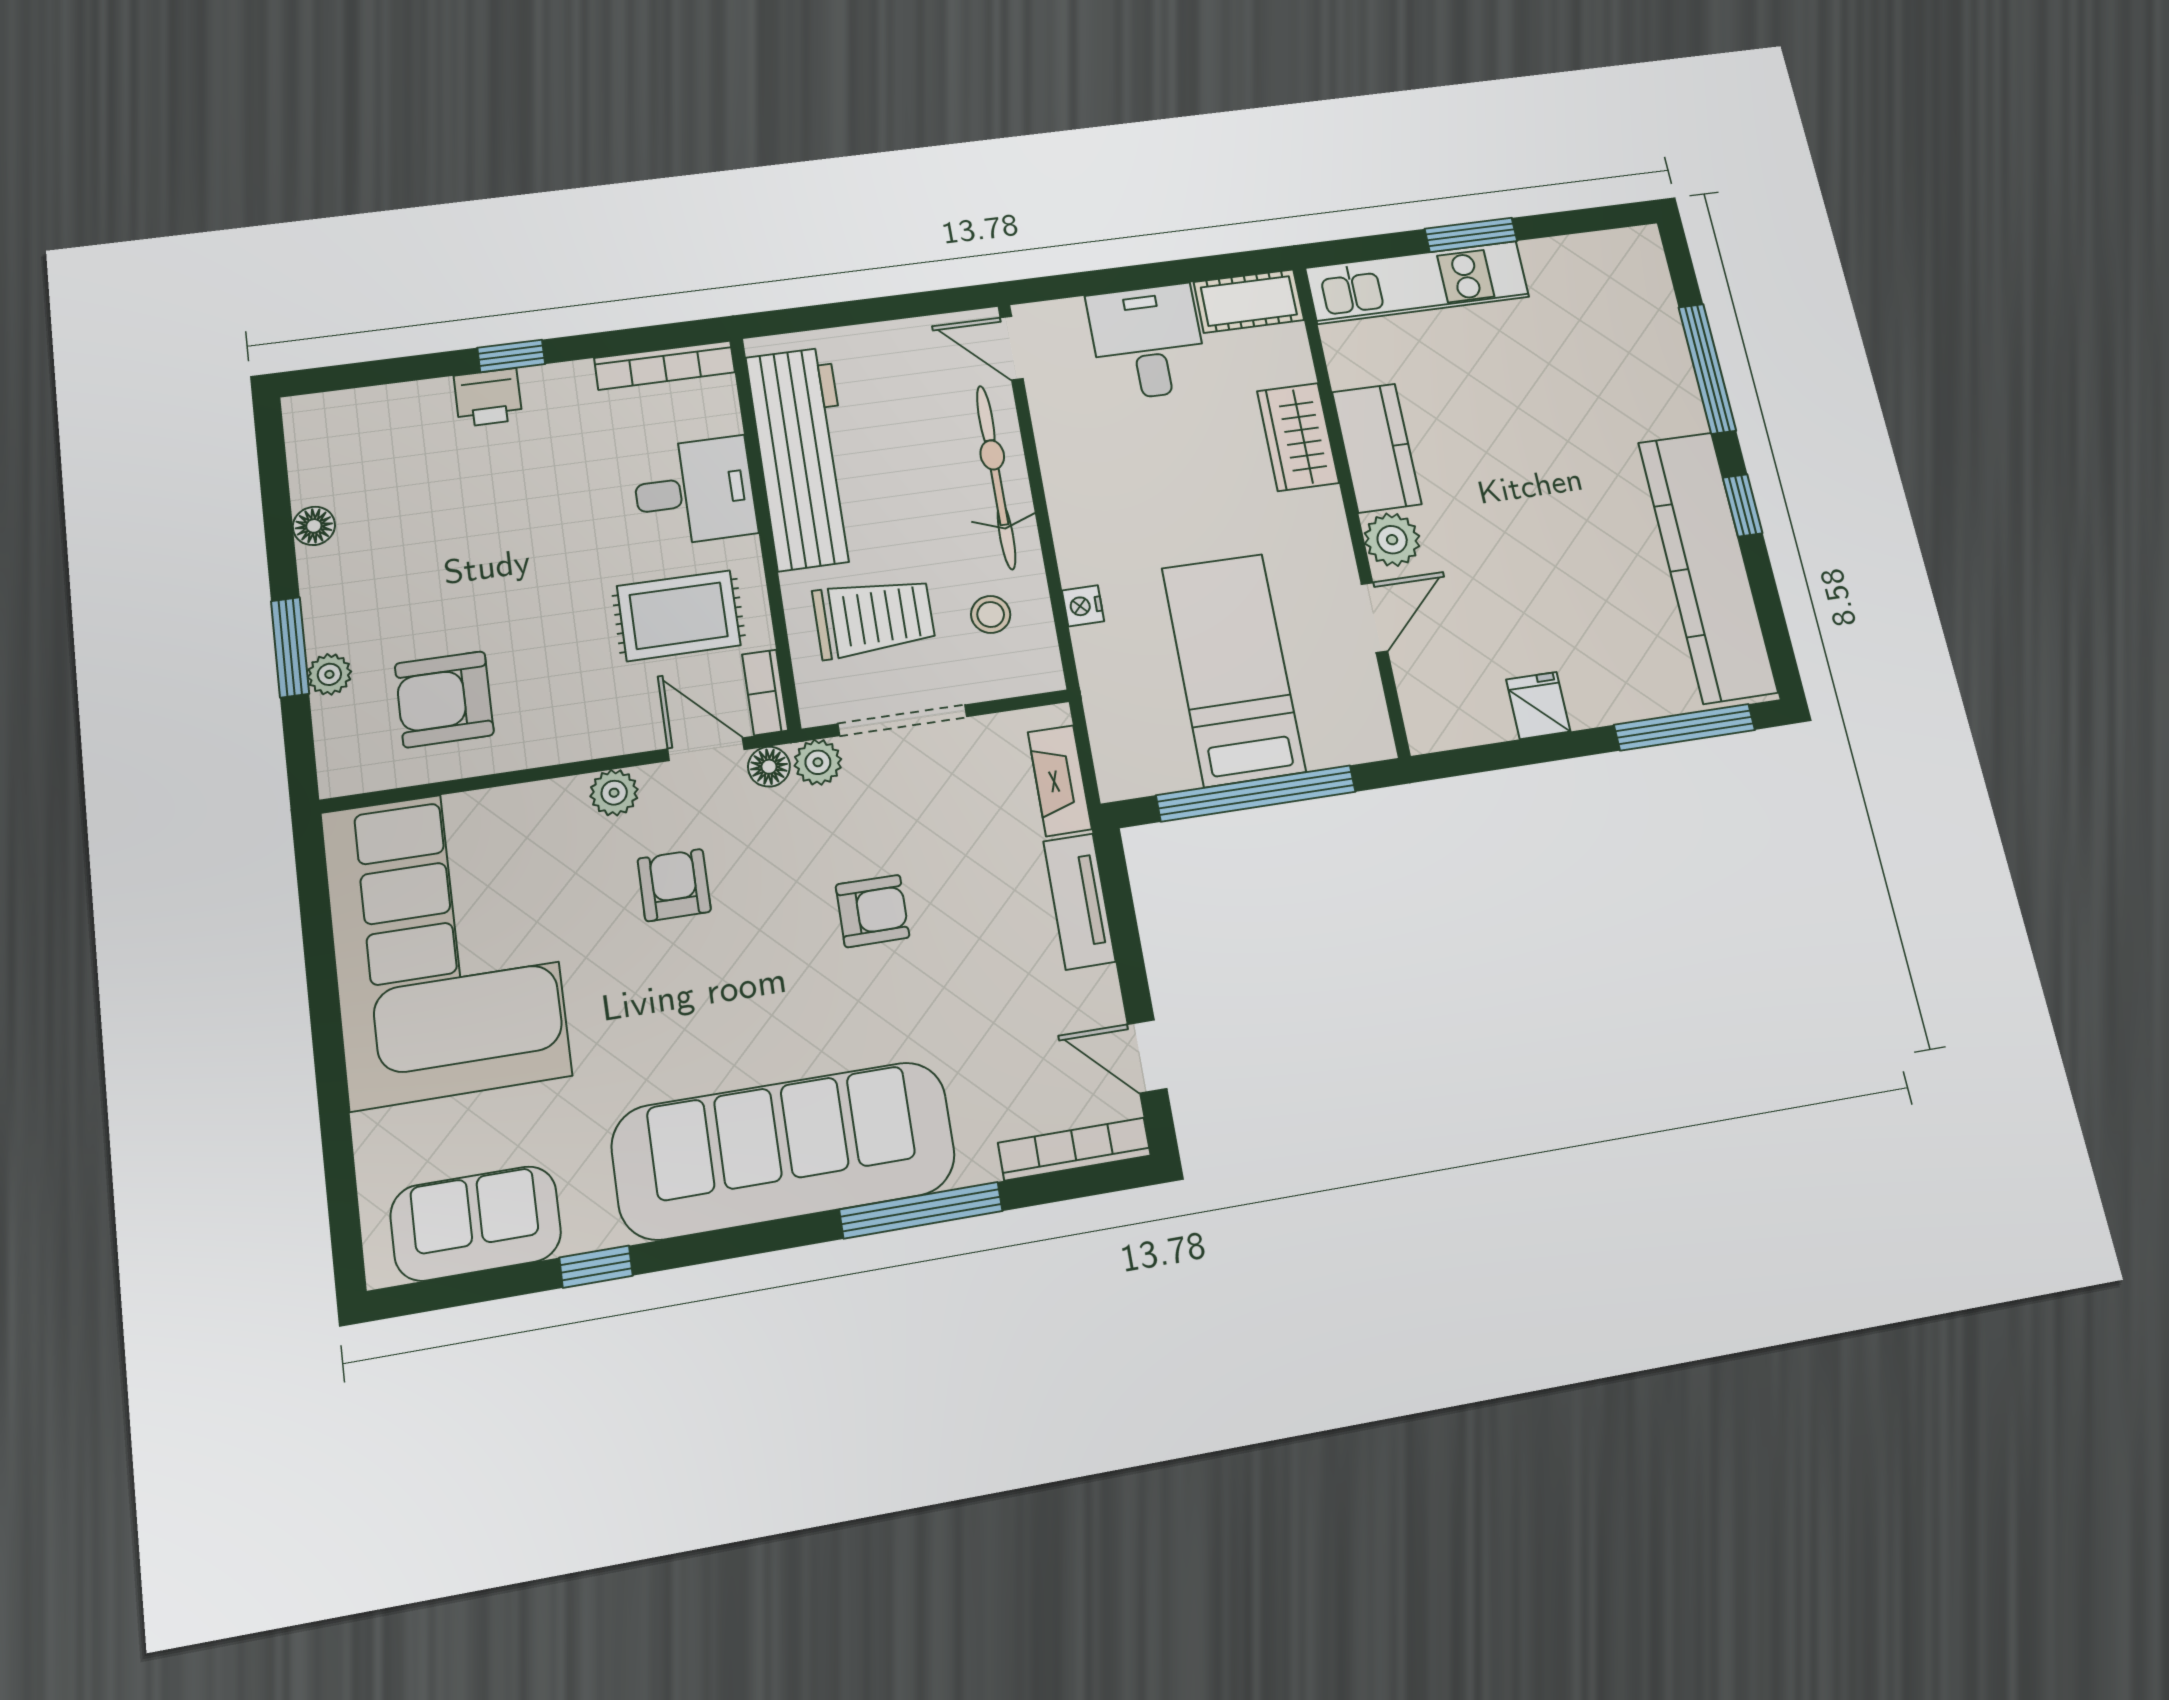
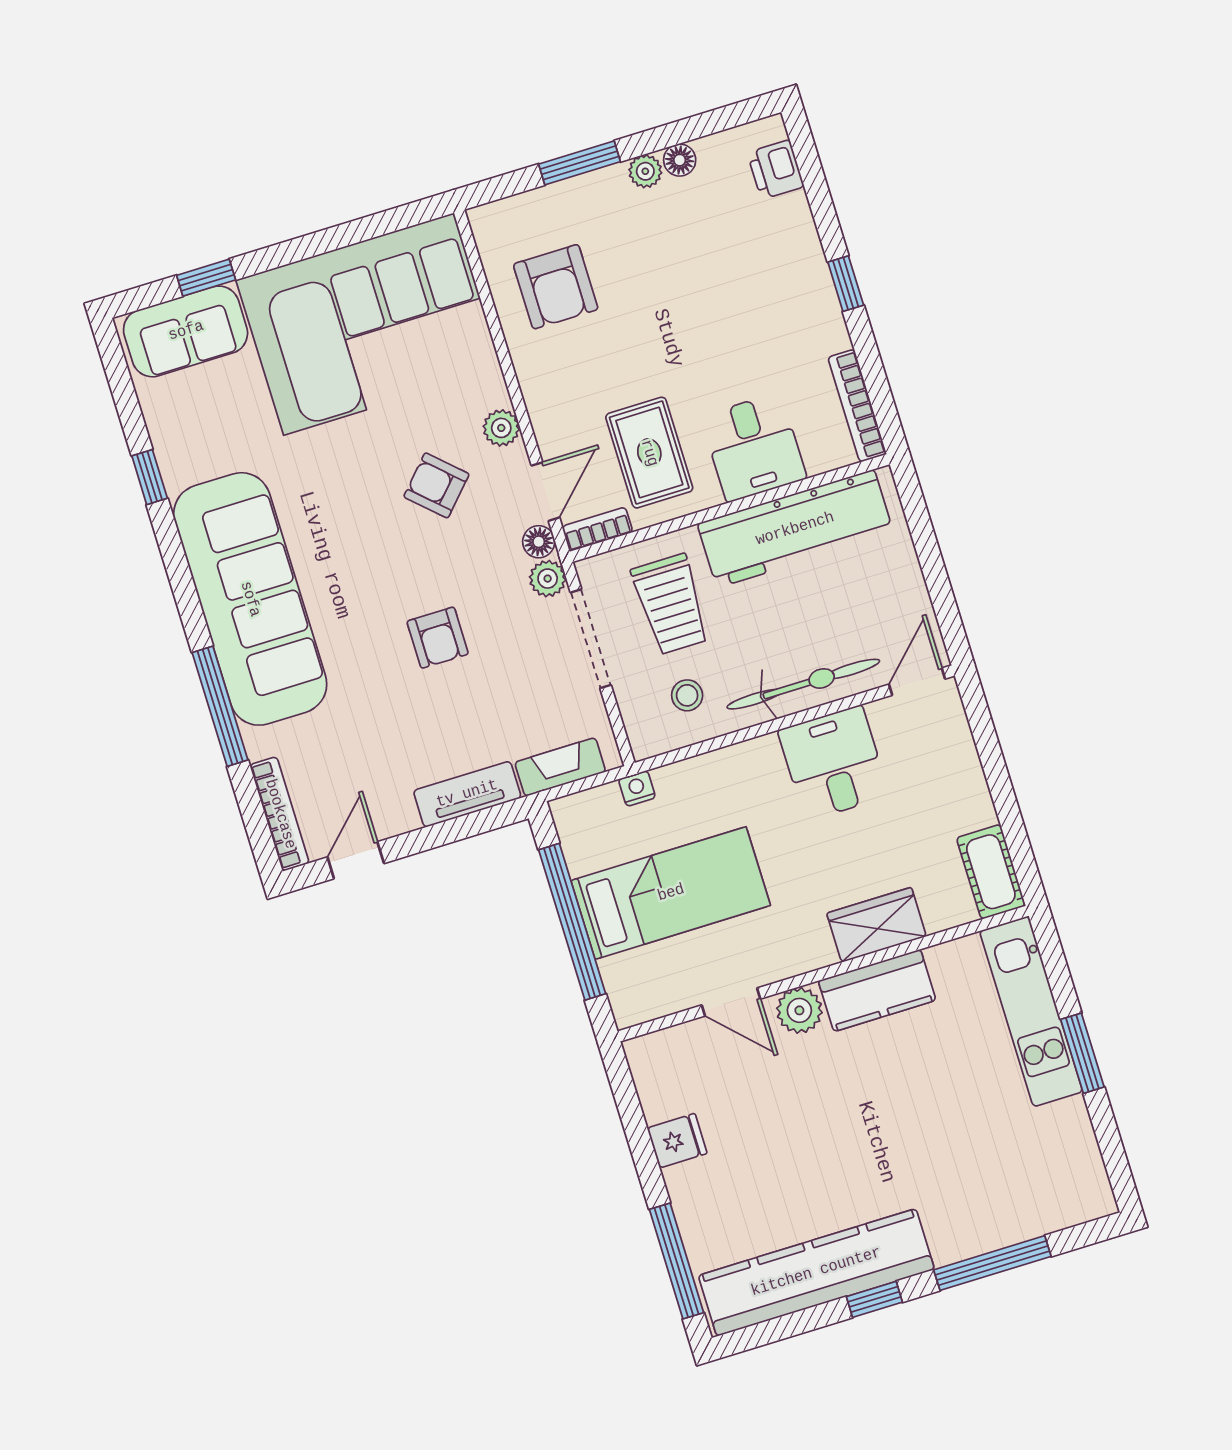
desk: (1148, 342) -> (834, 763), moved, turned -90
printer: (488, 398) -> (776, 170), moved
nightstand: (1083, 606) -> (637, 788), moved
plant: (329, 674) -> (645, 171), moved
armchair: (444, 699) -> (556, 287), turned 180
armchair: (674, 885) -> (436, 485), turned -137
window: (338, 1153) -> (206, 278), added
sofa: (476, 1223) -> (186, 331), moved, turned 90

